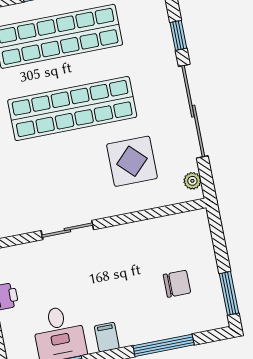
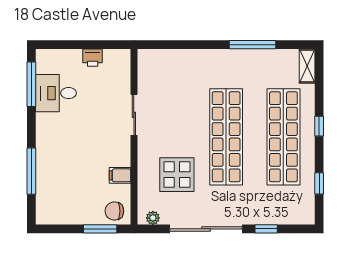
chair: (177, 284) -> (114, 211), moved, turned 90
window: (229, 293) -> (100, 229), moved
filing cabinet: (107, 337) -> (120, 175), moved, turned 180

